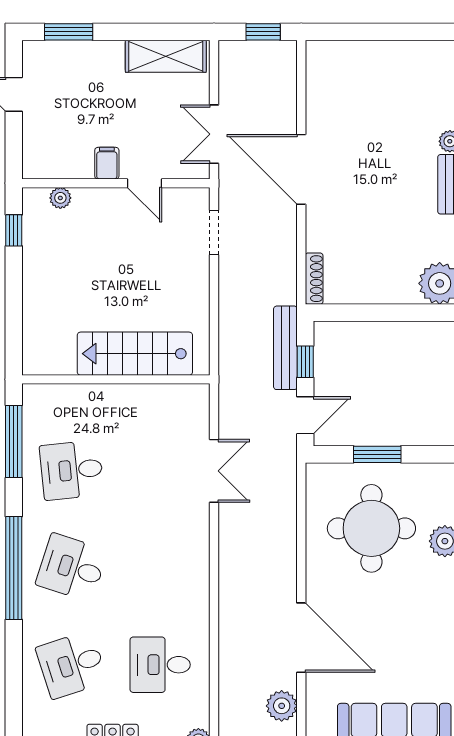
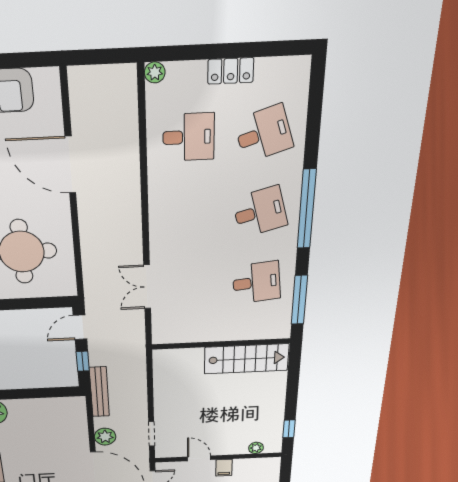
shoe rack: (314, 279) -> (81, 411), removed
bench: (285, 348) -> (99, 392), moved
stairs: (135, 354) -> (246, 359), moved
window: (377, 454) -> (23, 304), removed
desk: (72, 567) -> (260, 212), turned -33
plant: (282, 706) -> (105, 437), moved

